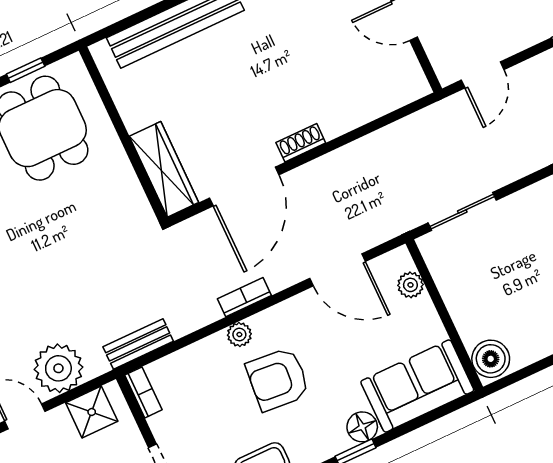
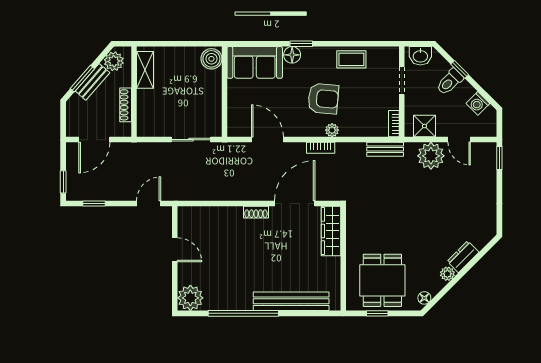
plant: (410, 285) -> (234, 115), removed

